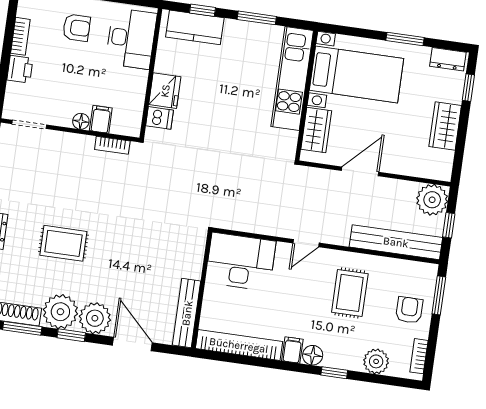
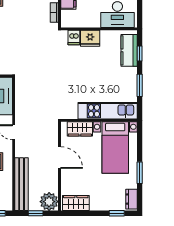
wardrobe: (445, 126) -> (76, 203), moved

